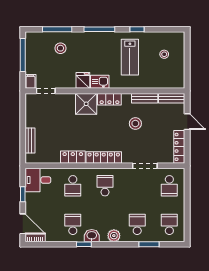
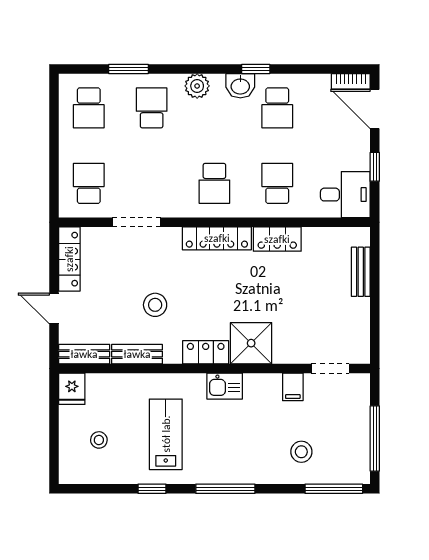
window: (57, 29) -> (334, 489), moved
fridge: (83, 80) -> (72, 389), moved
filing cabinet: (30, 81) -> (293, 387), moved
school desk: (137, 224) -> (152, 108), turned 180

